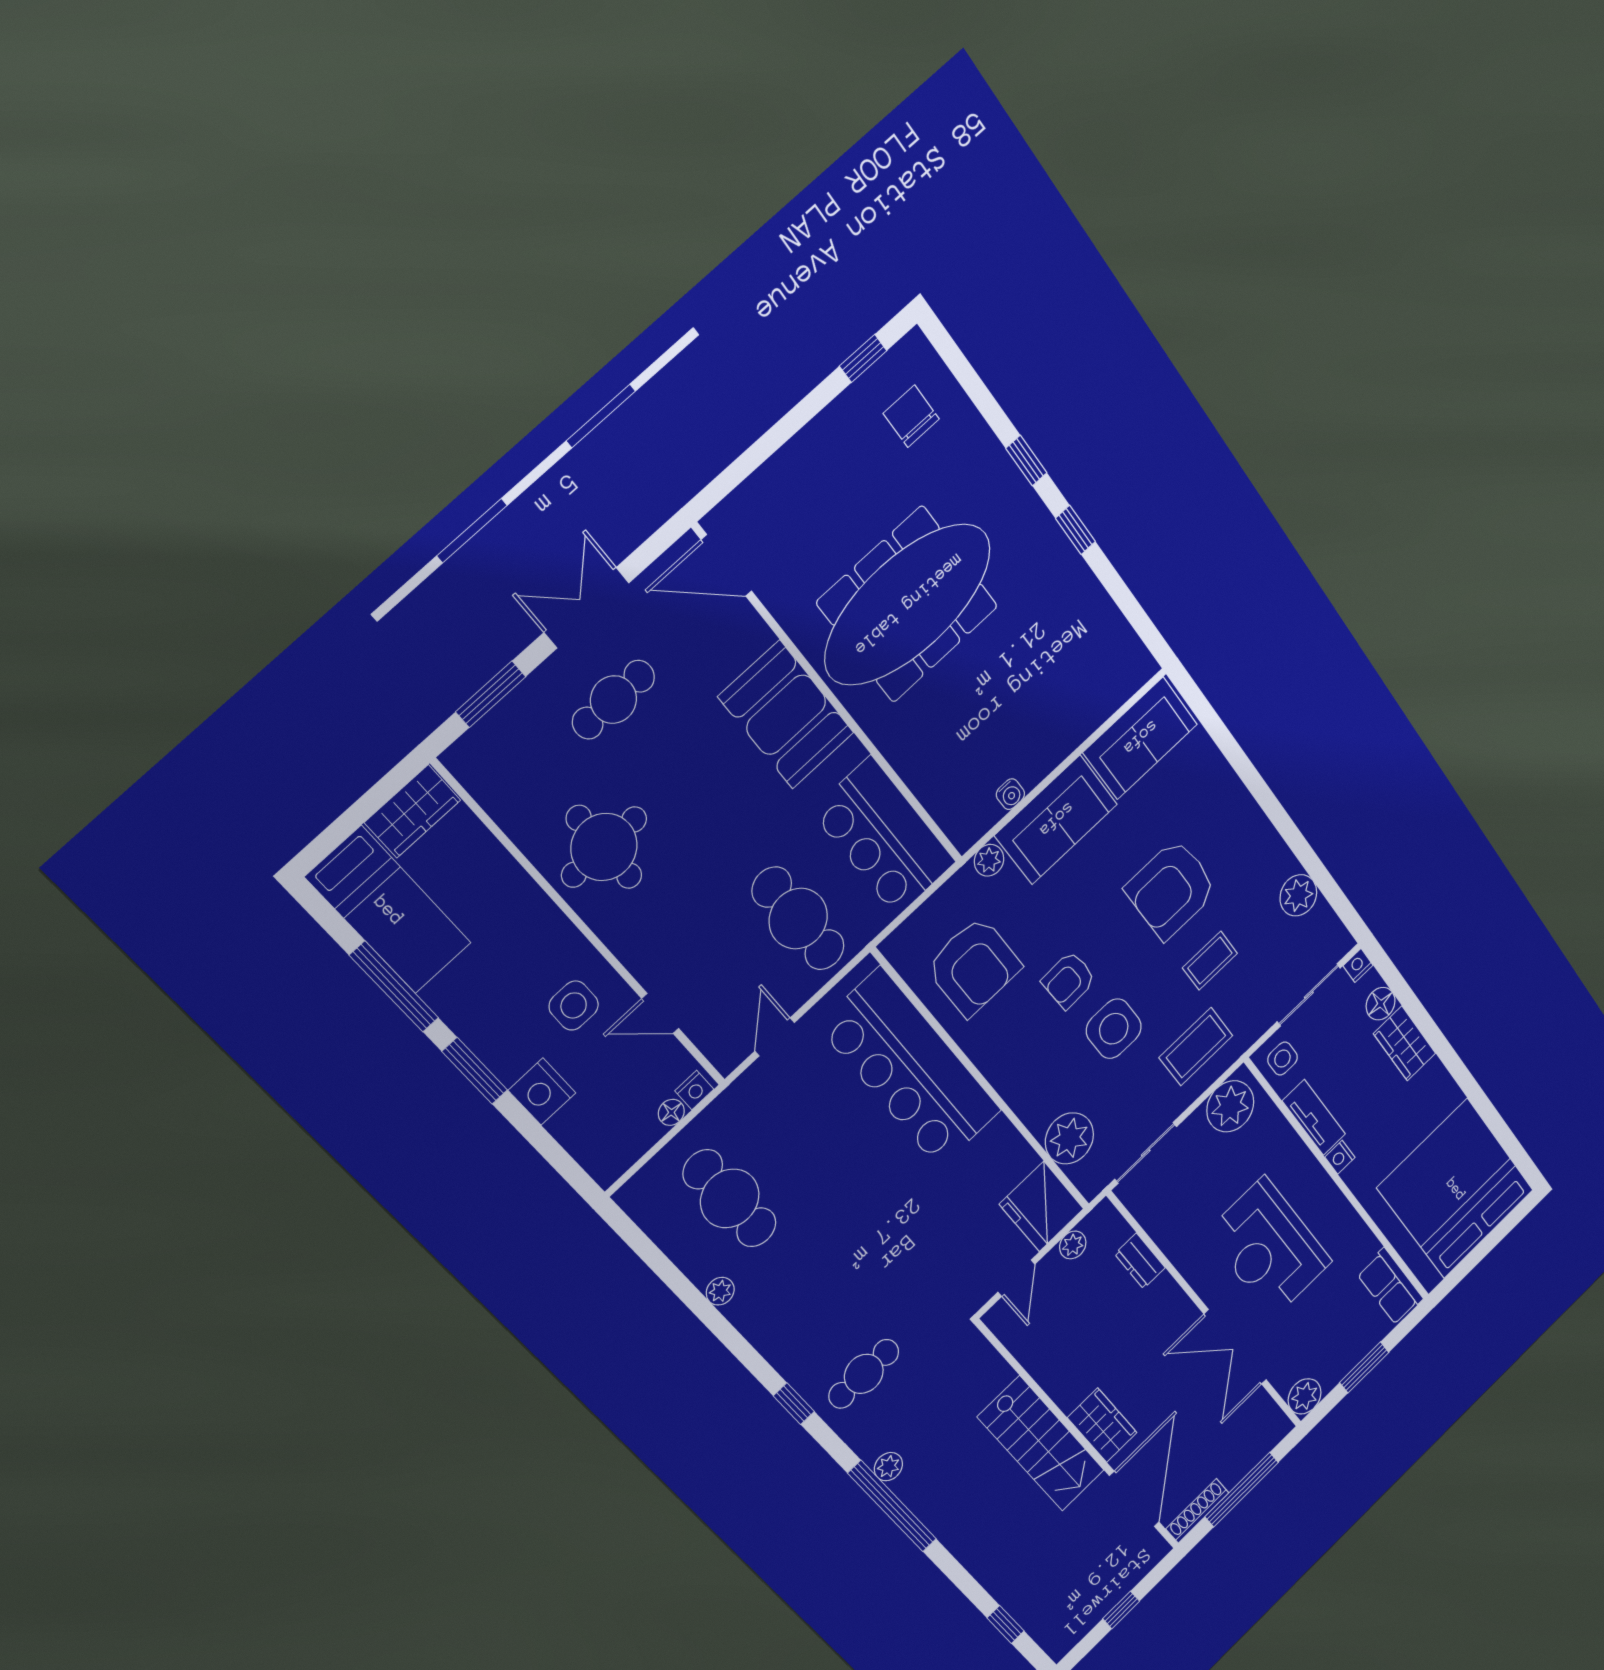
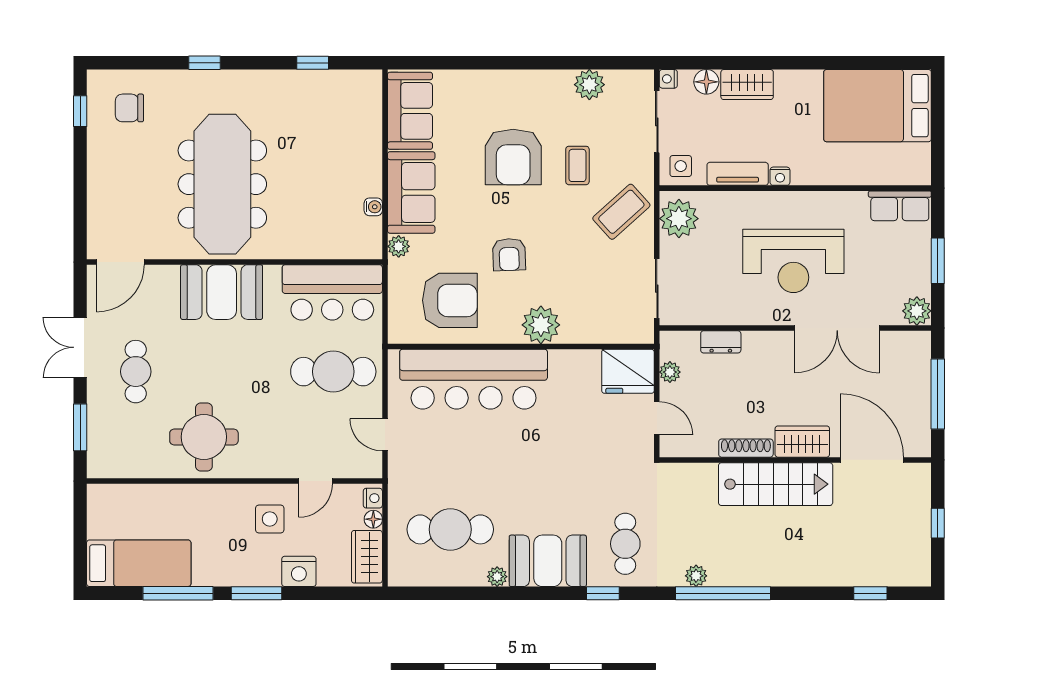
window: (1075, 530) -> (313, 63), moved
wardrobe: (413, 811) -> (367, 557), moved, turned 180
side table: (1114, 1029) -> (563, 251), removed
coffee table: (1196, 1047) -> (621, 212), turned 48
plant: (1069, 1138) -> (541, 325), moved
bed: (1456, 1189) -> (878, 106), width x0.73
booth: (781, 1322) -> (548, 561), added
shoe rack: (1197, 1511) -> (746, 448), moved, turned 90

